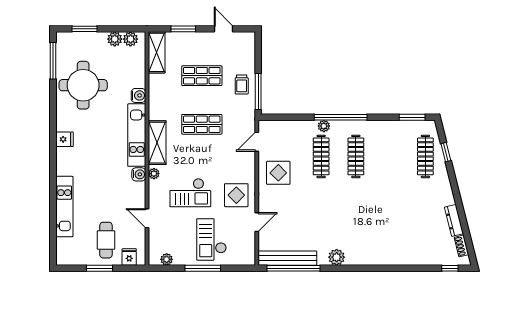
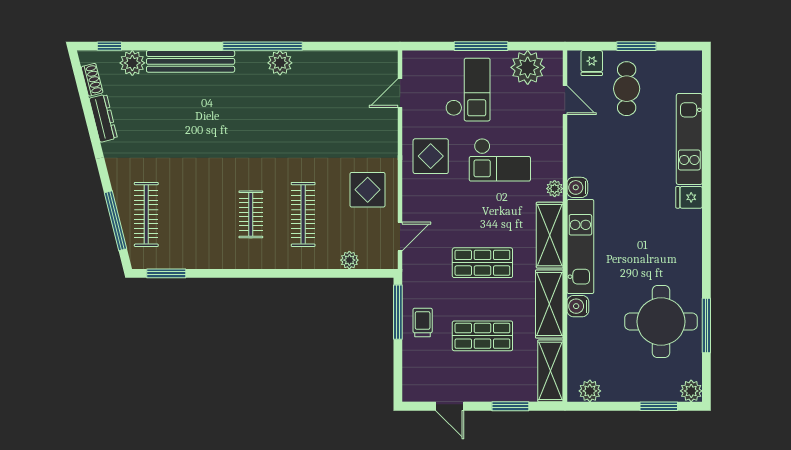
plant: (115, 39) -> (691, 391), moved
window: (53, 61) -> (706, 326), moved
shelving: (157, 97) -> (549, 304), added
window: (341, 117) -> (274, 273), removed
plant: (324, 126) -> (349, 260), moved
fridge: (64, 139) -> (689, 197), moved
window: (446, 152) -> (115, 221), width x2.17
clothes rail: (356, 156) -> (251, 214), width x0.73
checkout: (190, 193) -> (500, 160), turned 180
door: (147, 218) -> (565, 100), moved
door: (257, 222) -> (400, 93), moved
plant: (435, 257) -> (132, 63), added
bench: (287, 258) -> (191, 61), moved
plant: (167, 259) -> (528, 67), width x1.88, depth x1.88
window: (294, 268) -> (263, 46), moved

